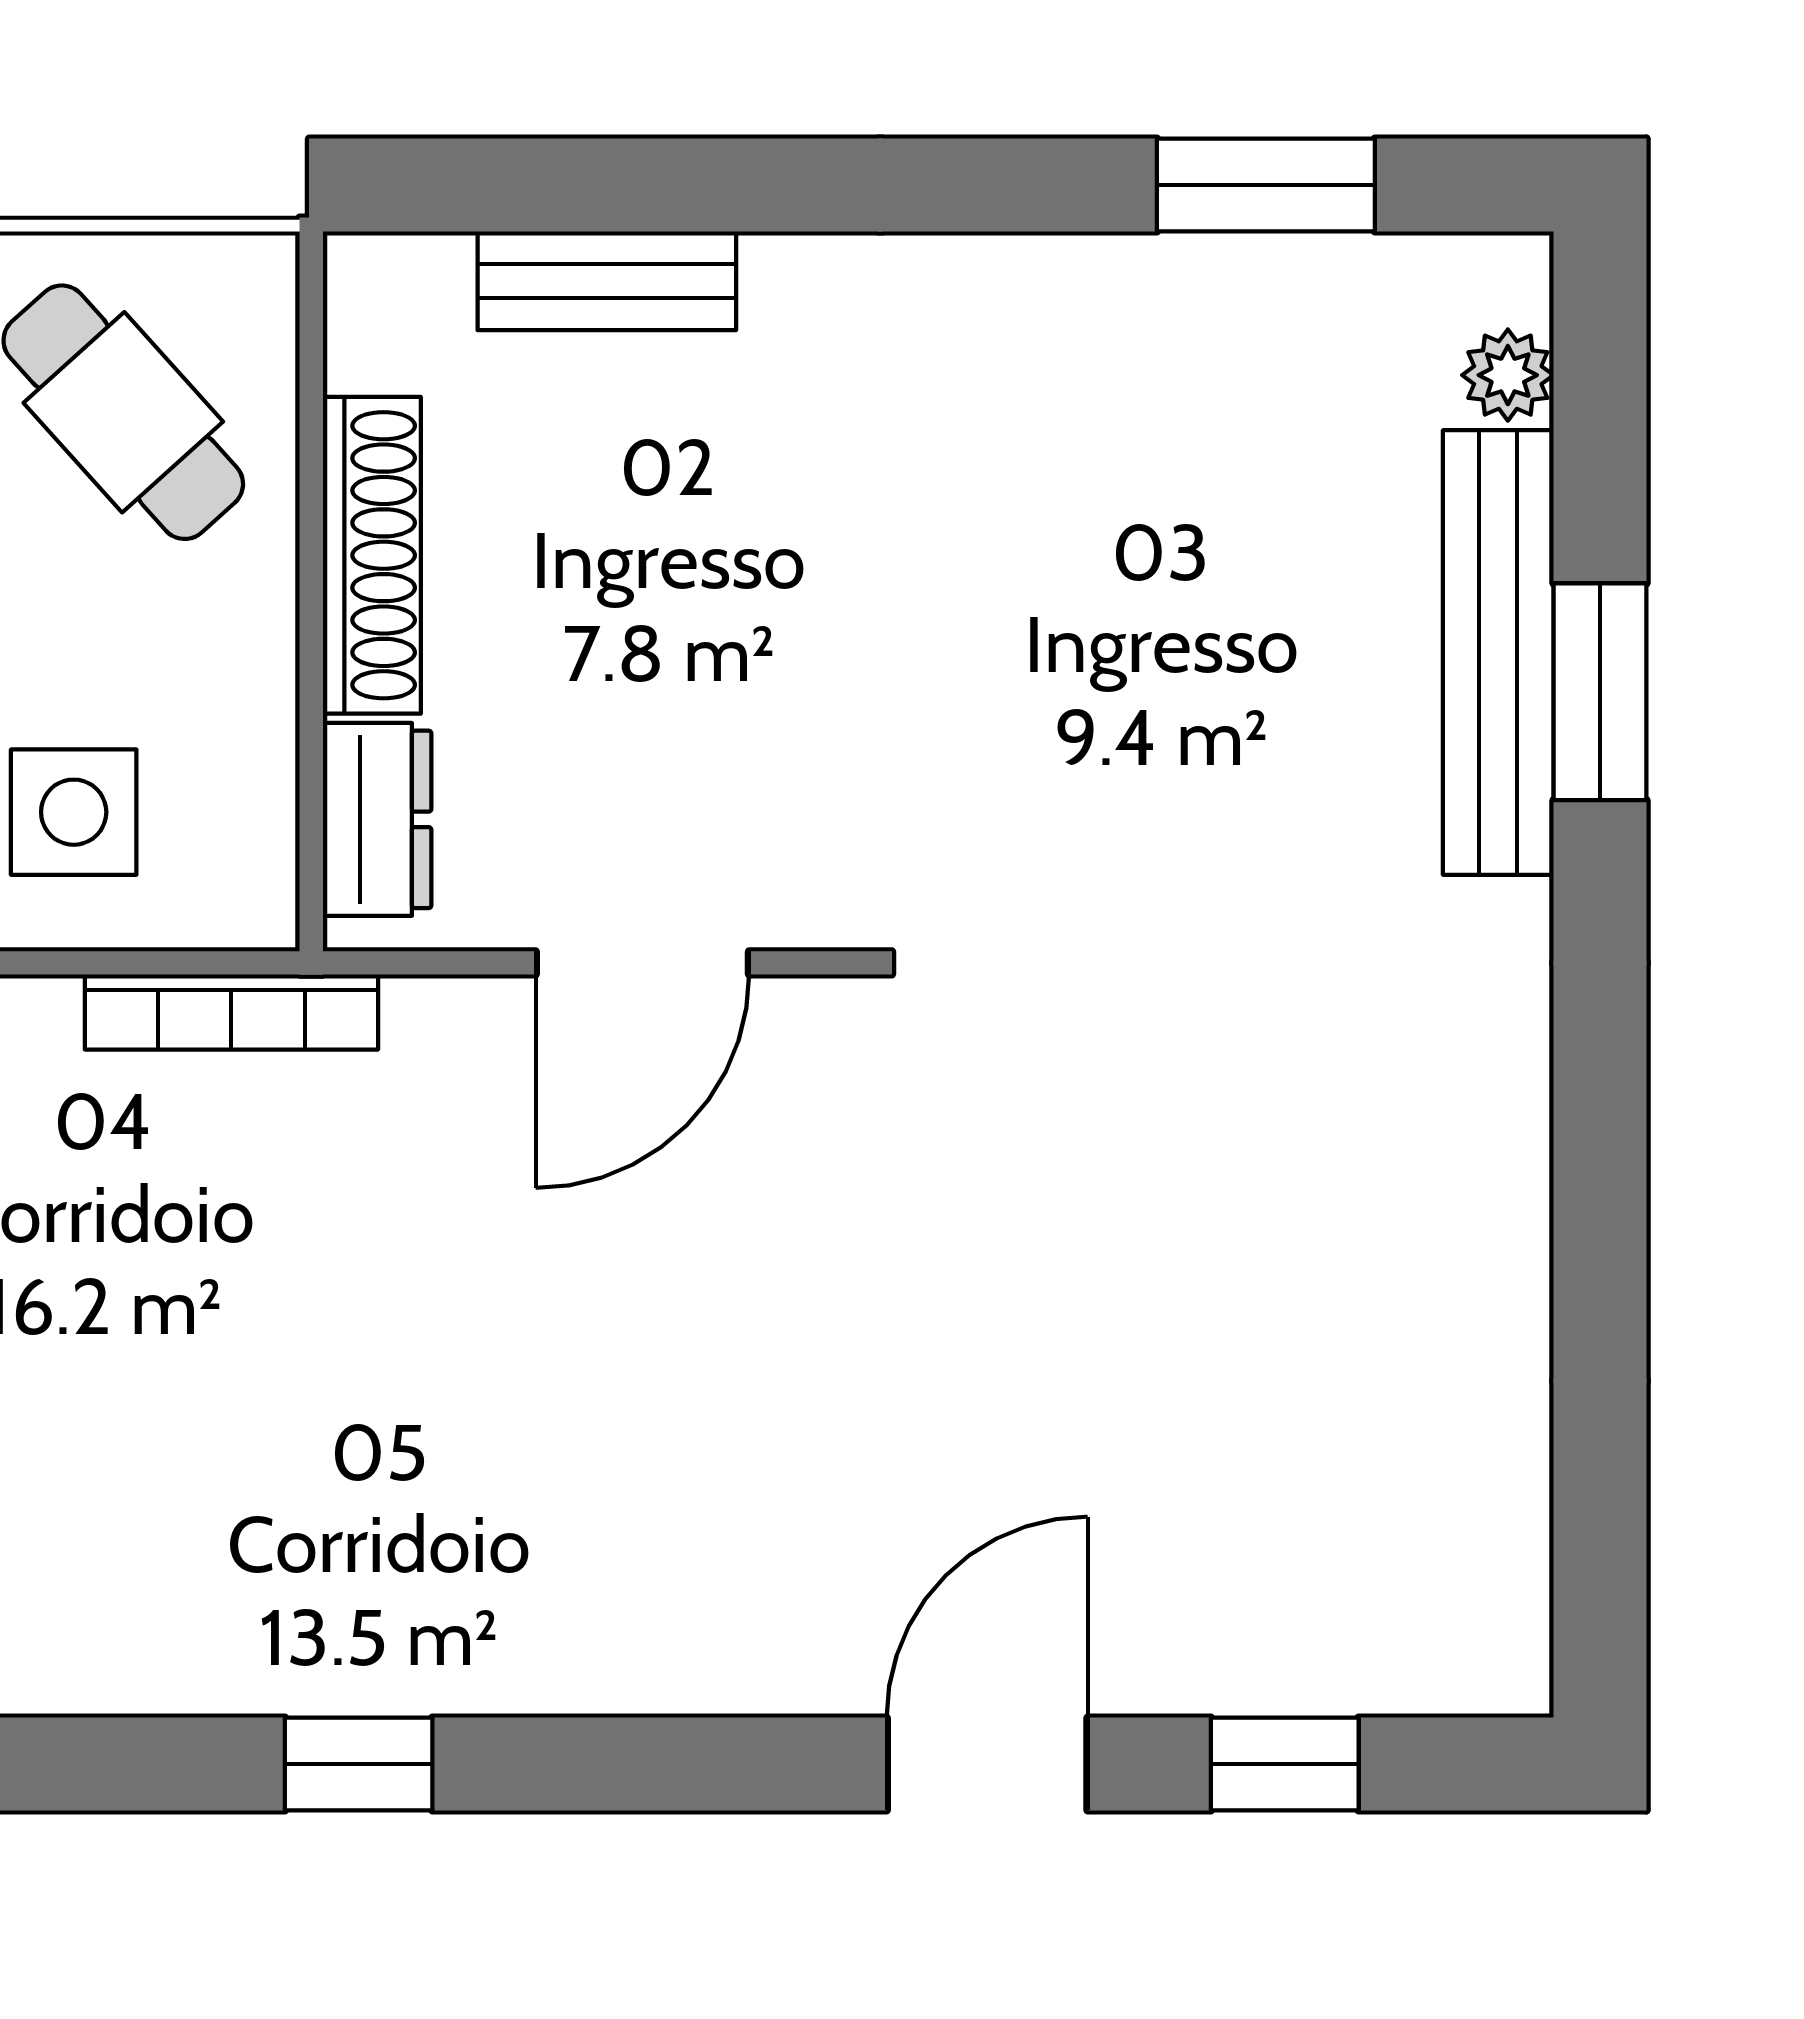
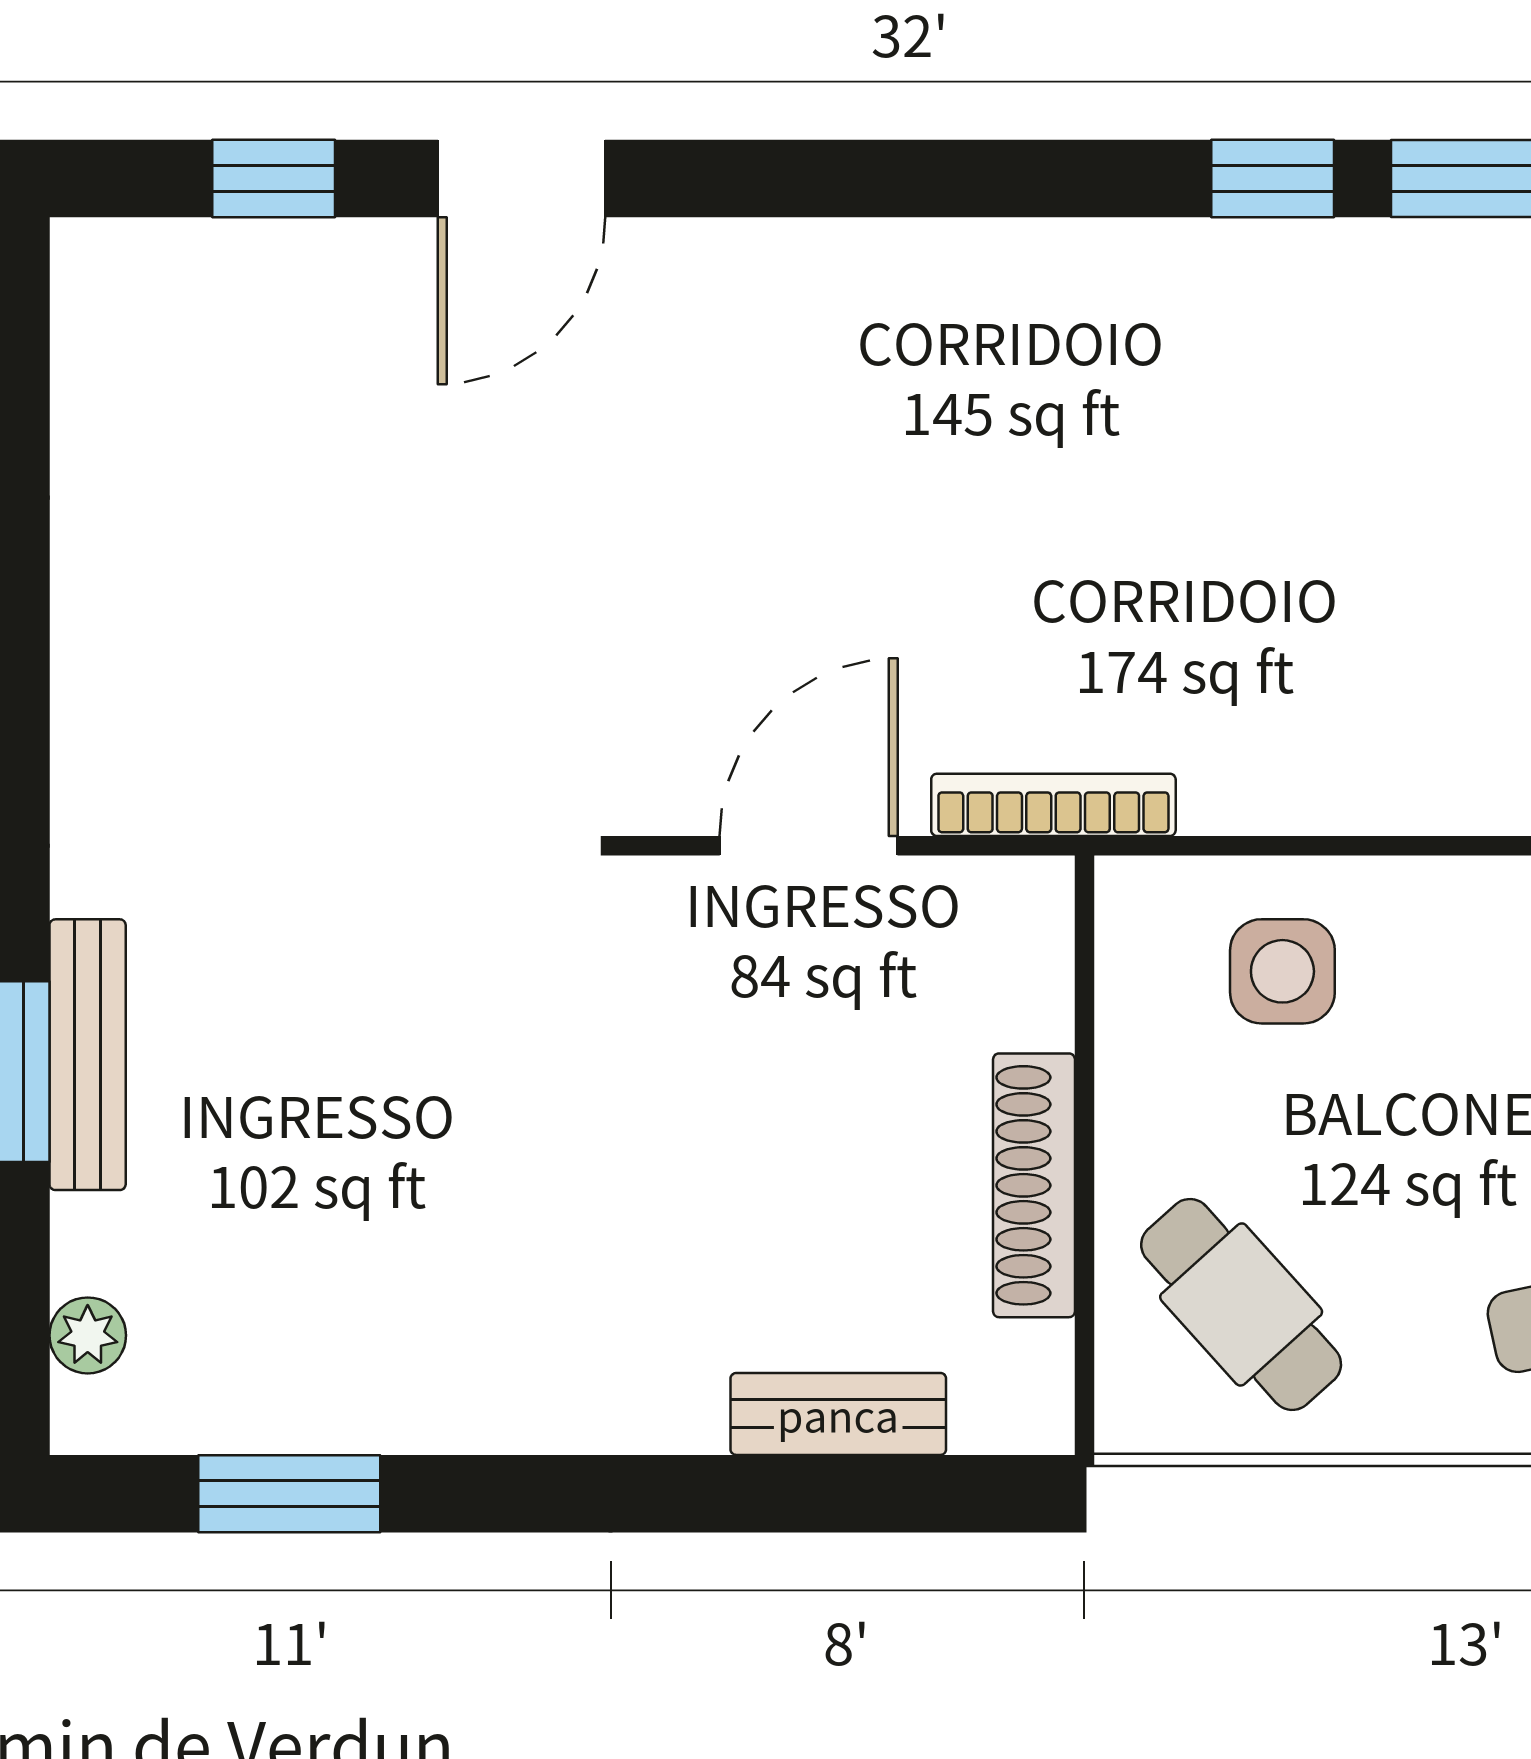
bench: (1498, 652) -> (88, 1055), width x0.73, depth x0.82
dresser: (377, 819) -> (1030, 965), removed
bookcase: (231, 1012) -> (1053, 805), moved
window: (359, 1764) -> (1273, 178), moved

